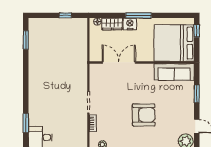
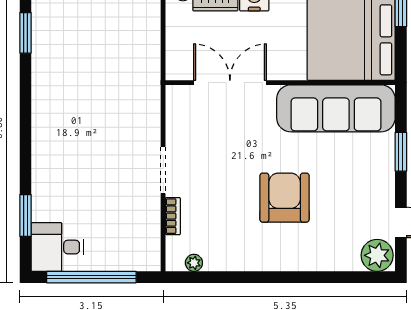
sofa: (174, 72) -> (336, 108), width x1.36, depth x1.27
armchair: (144, 115) -> (285, 198), turned -90

